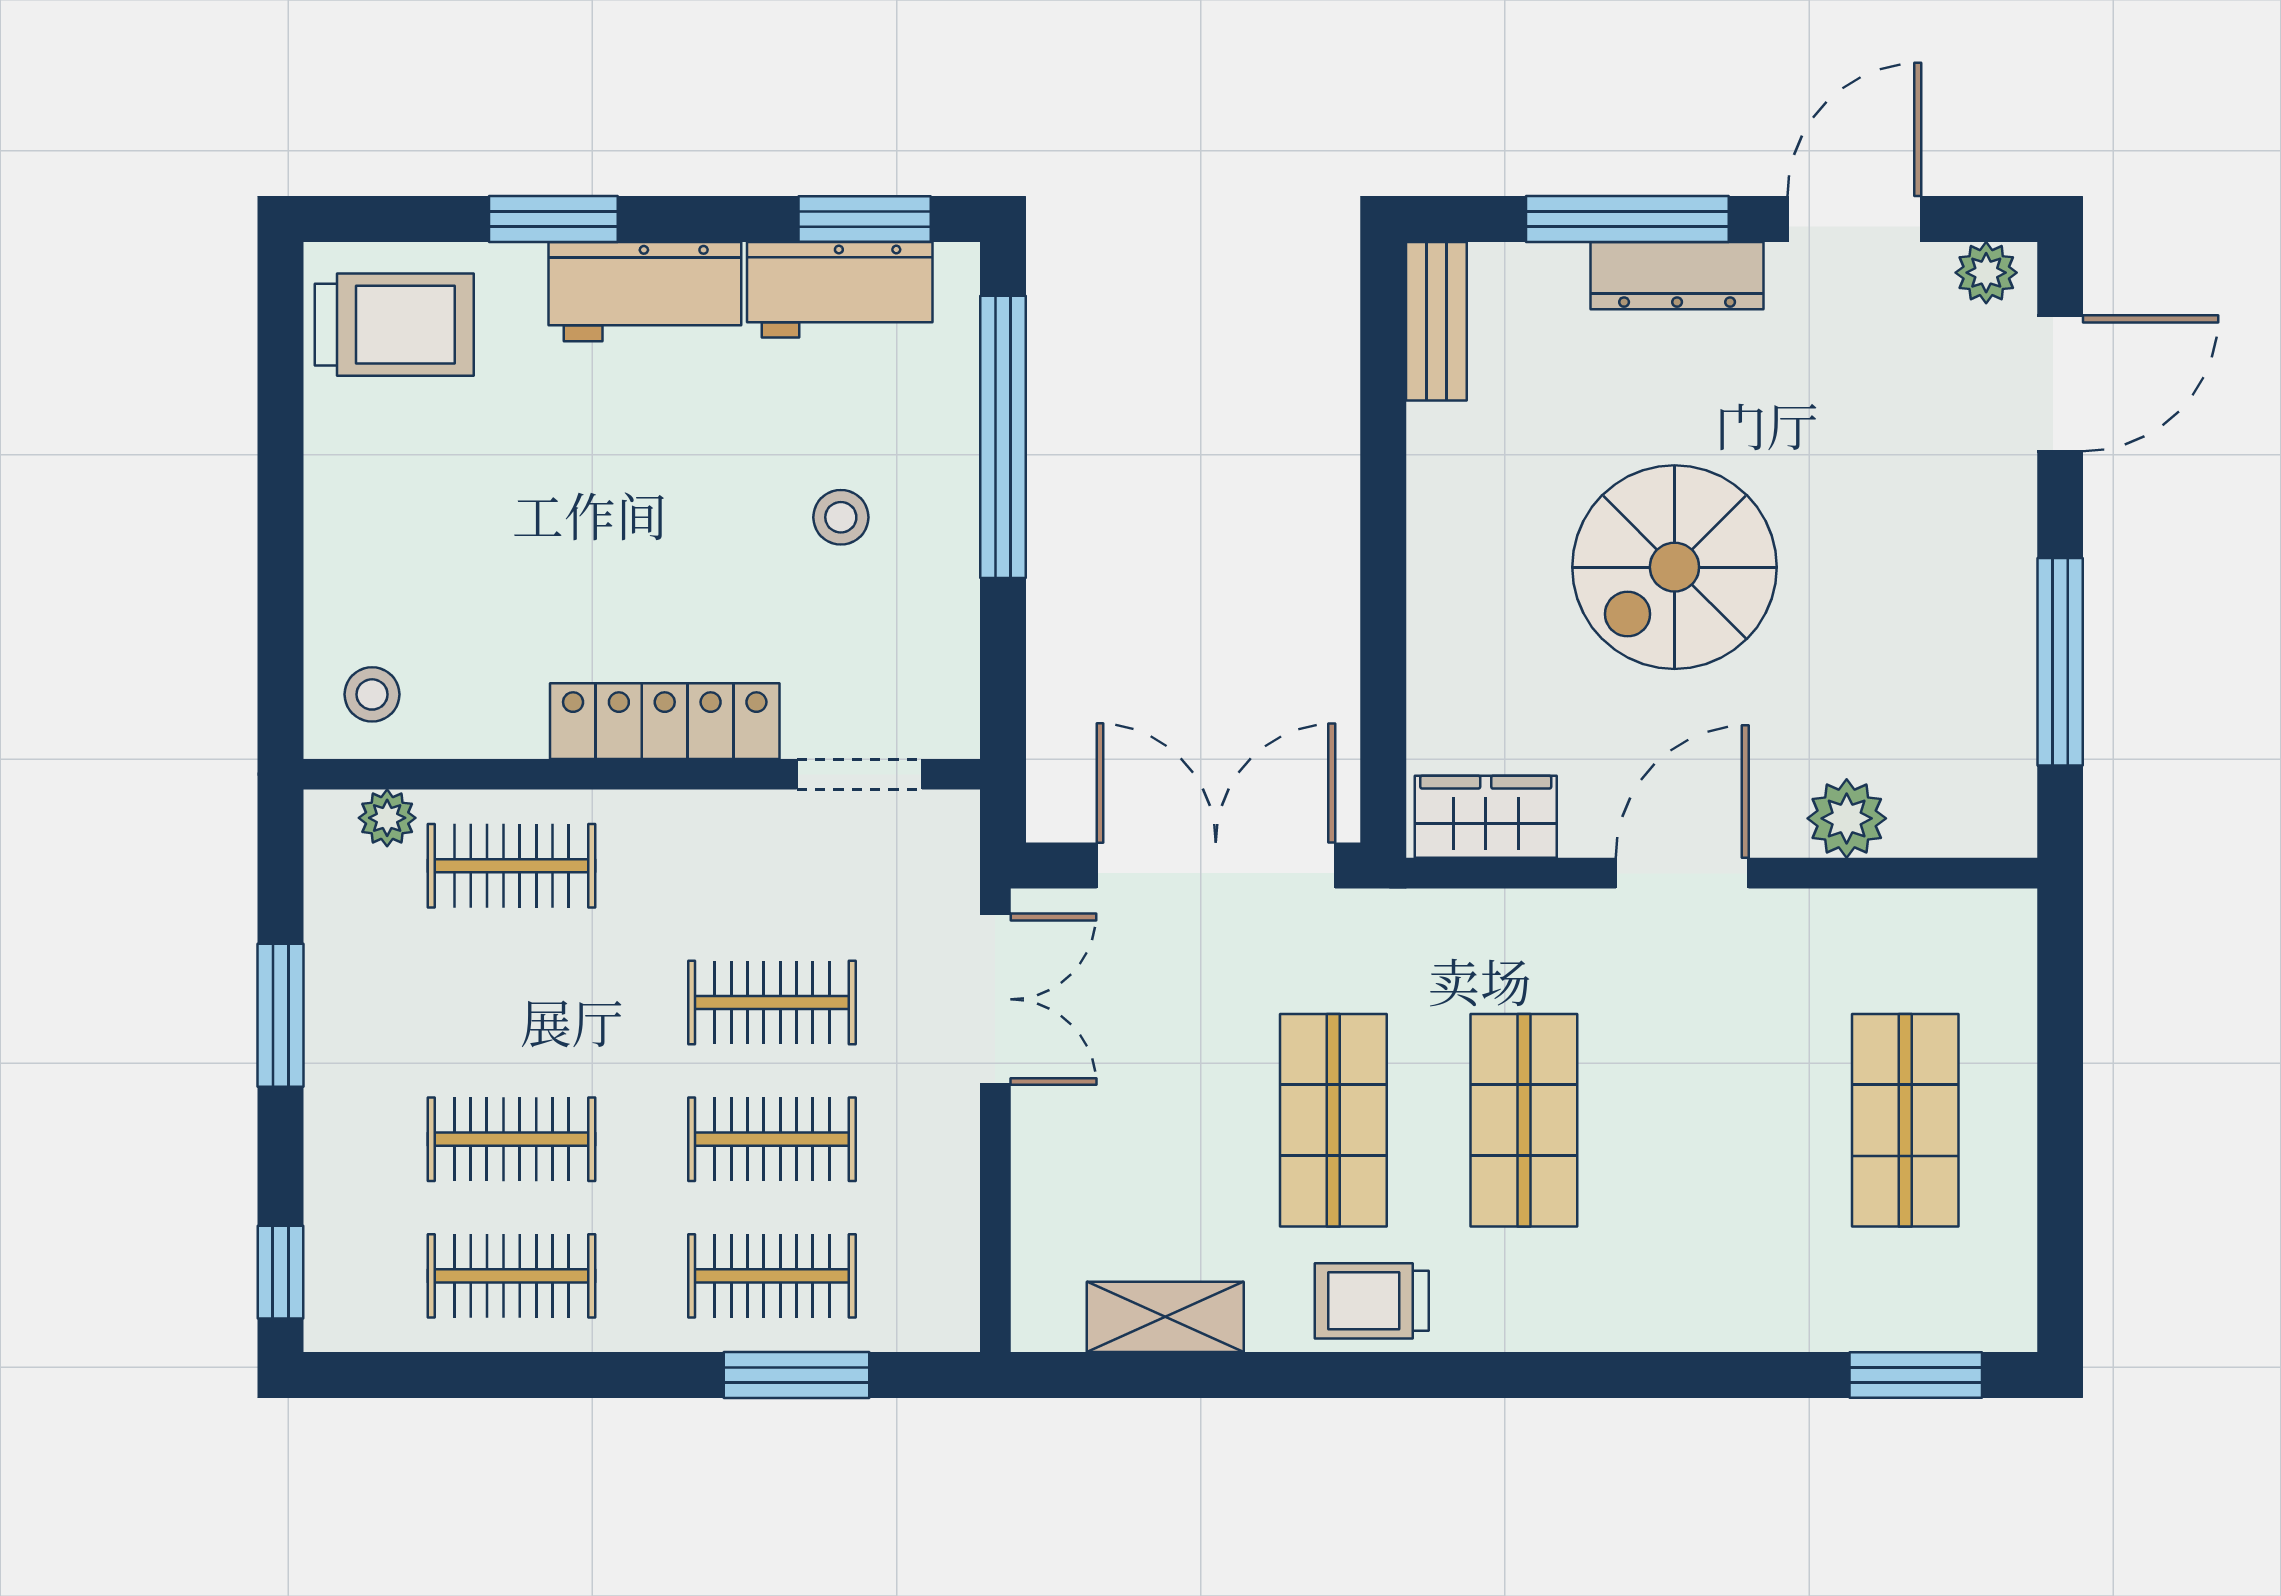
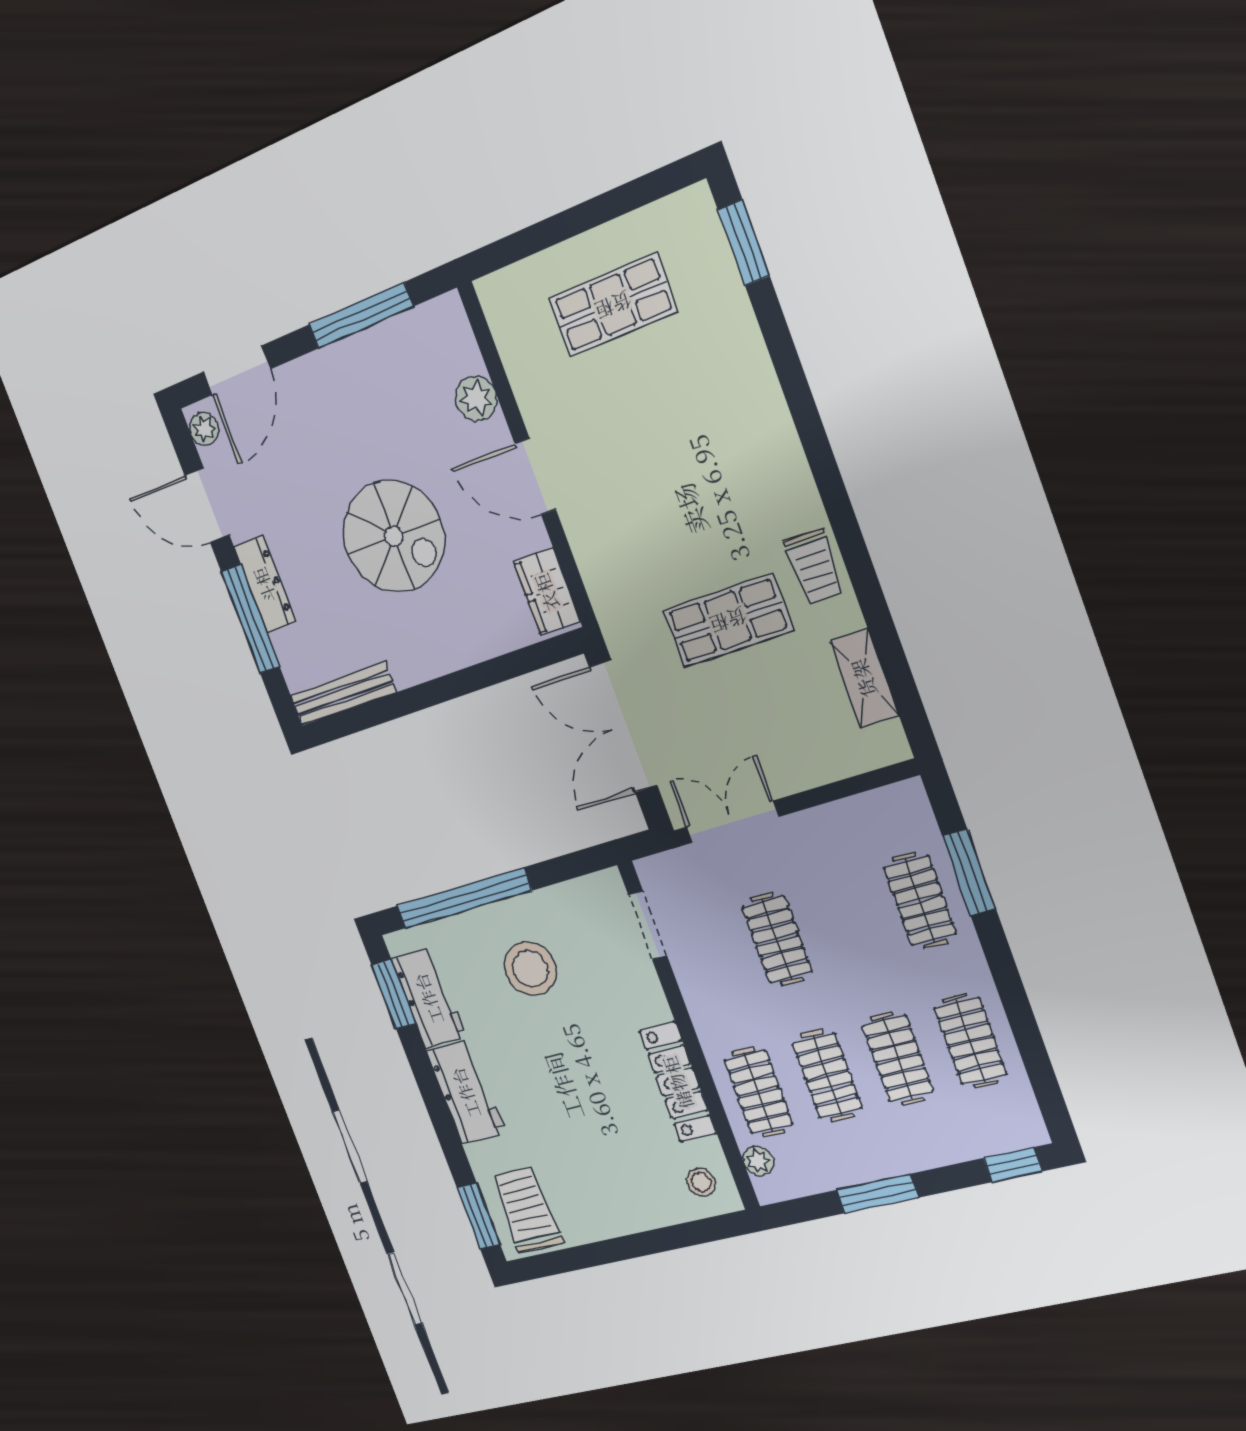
window: (553, 219) -> (478, 1216), moved
bench: (1436, 321) -> (343, 694), width x1.36
door: (2060, 383) -> (237, 370), swing flipped
stool: (841, 517) -> (530, 969), width x1.89, depth x1.89
locker: (665, 721) -> (678, 1082), moved
shop shelf: (1524, 1120) -> (690, 516), removed
clothes rail: (772, 1139) -> (827, 1076), moved

